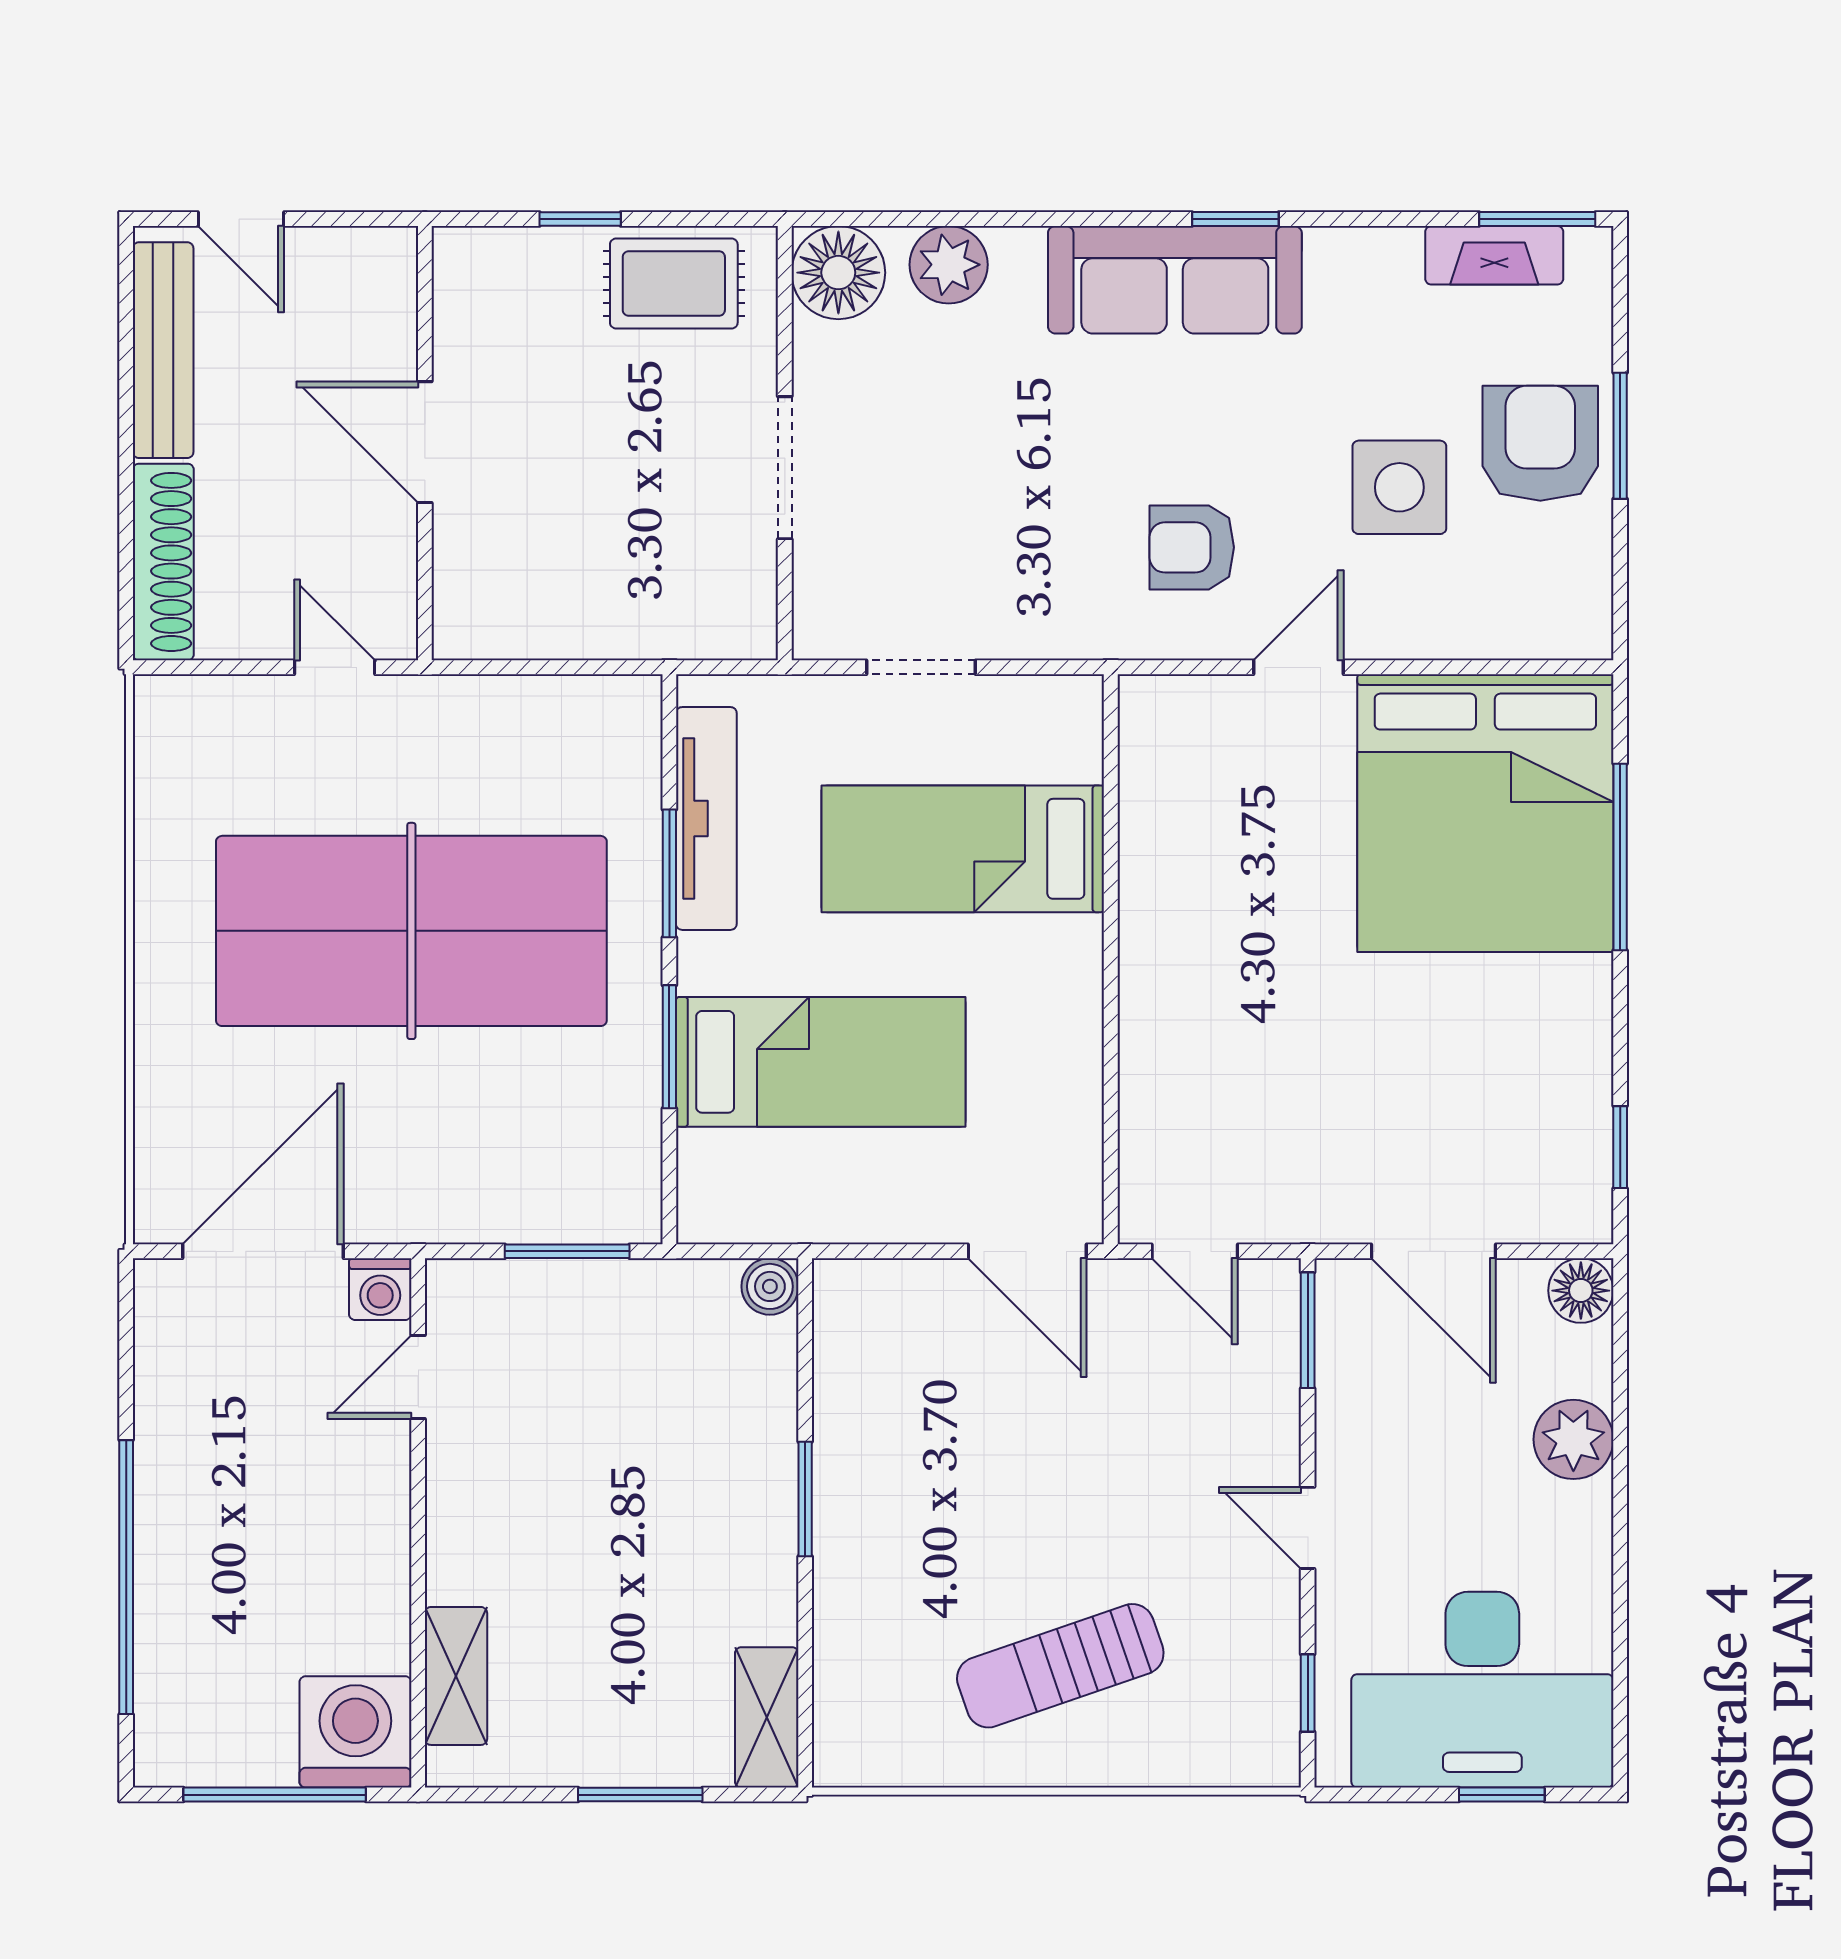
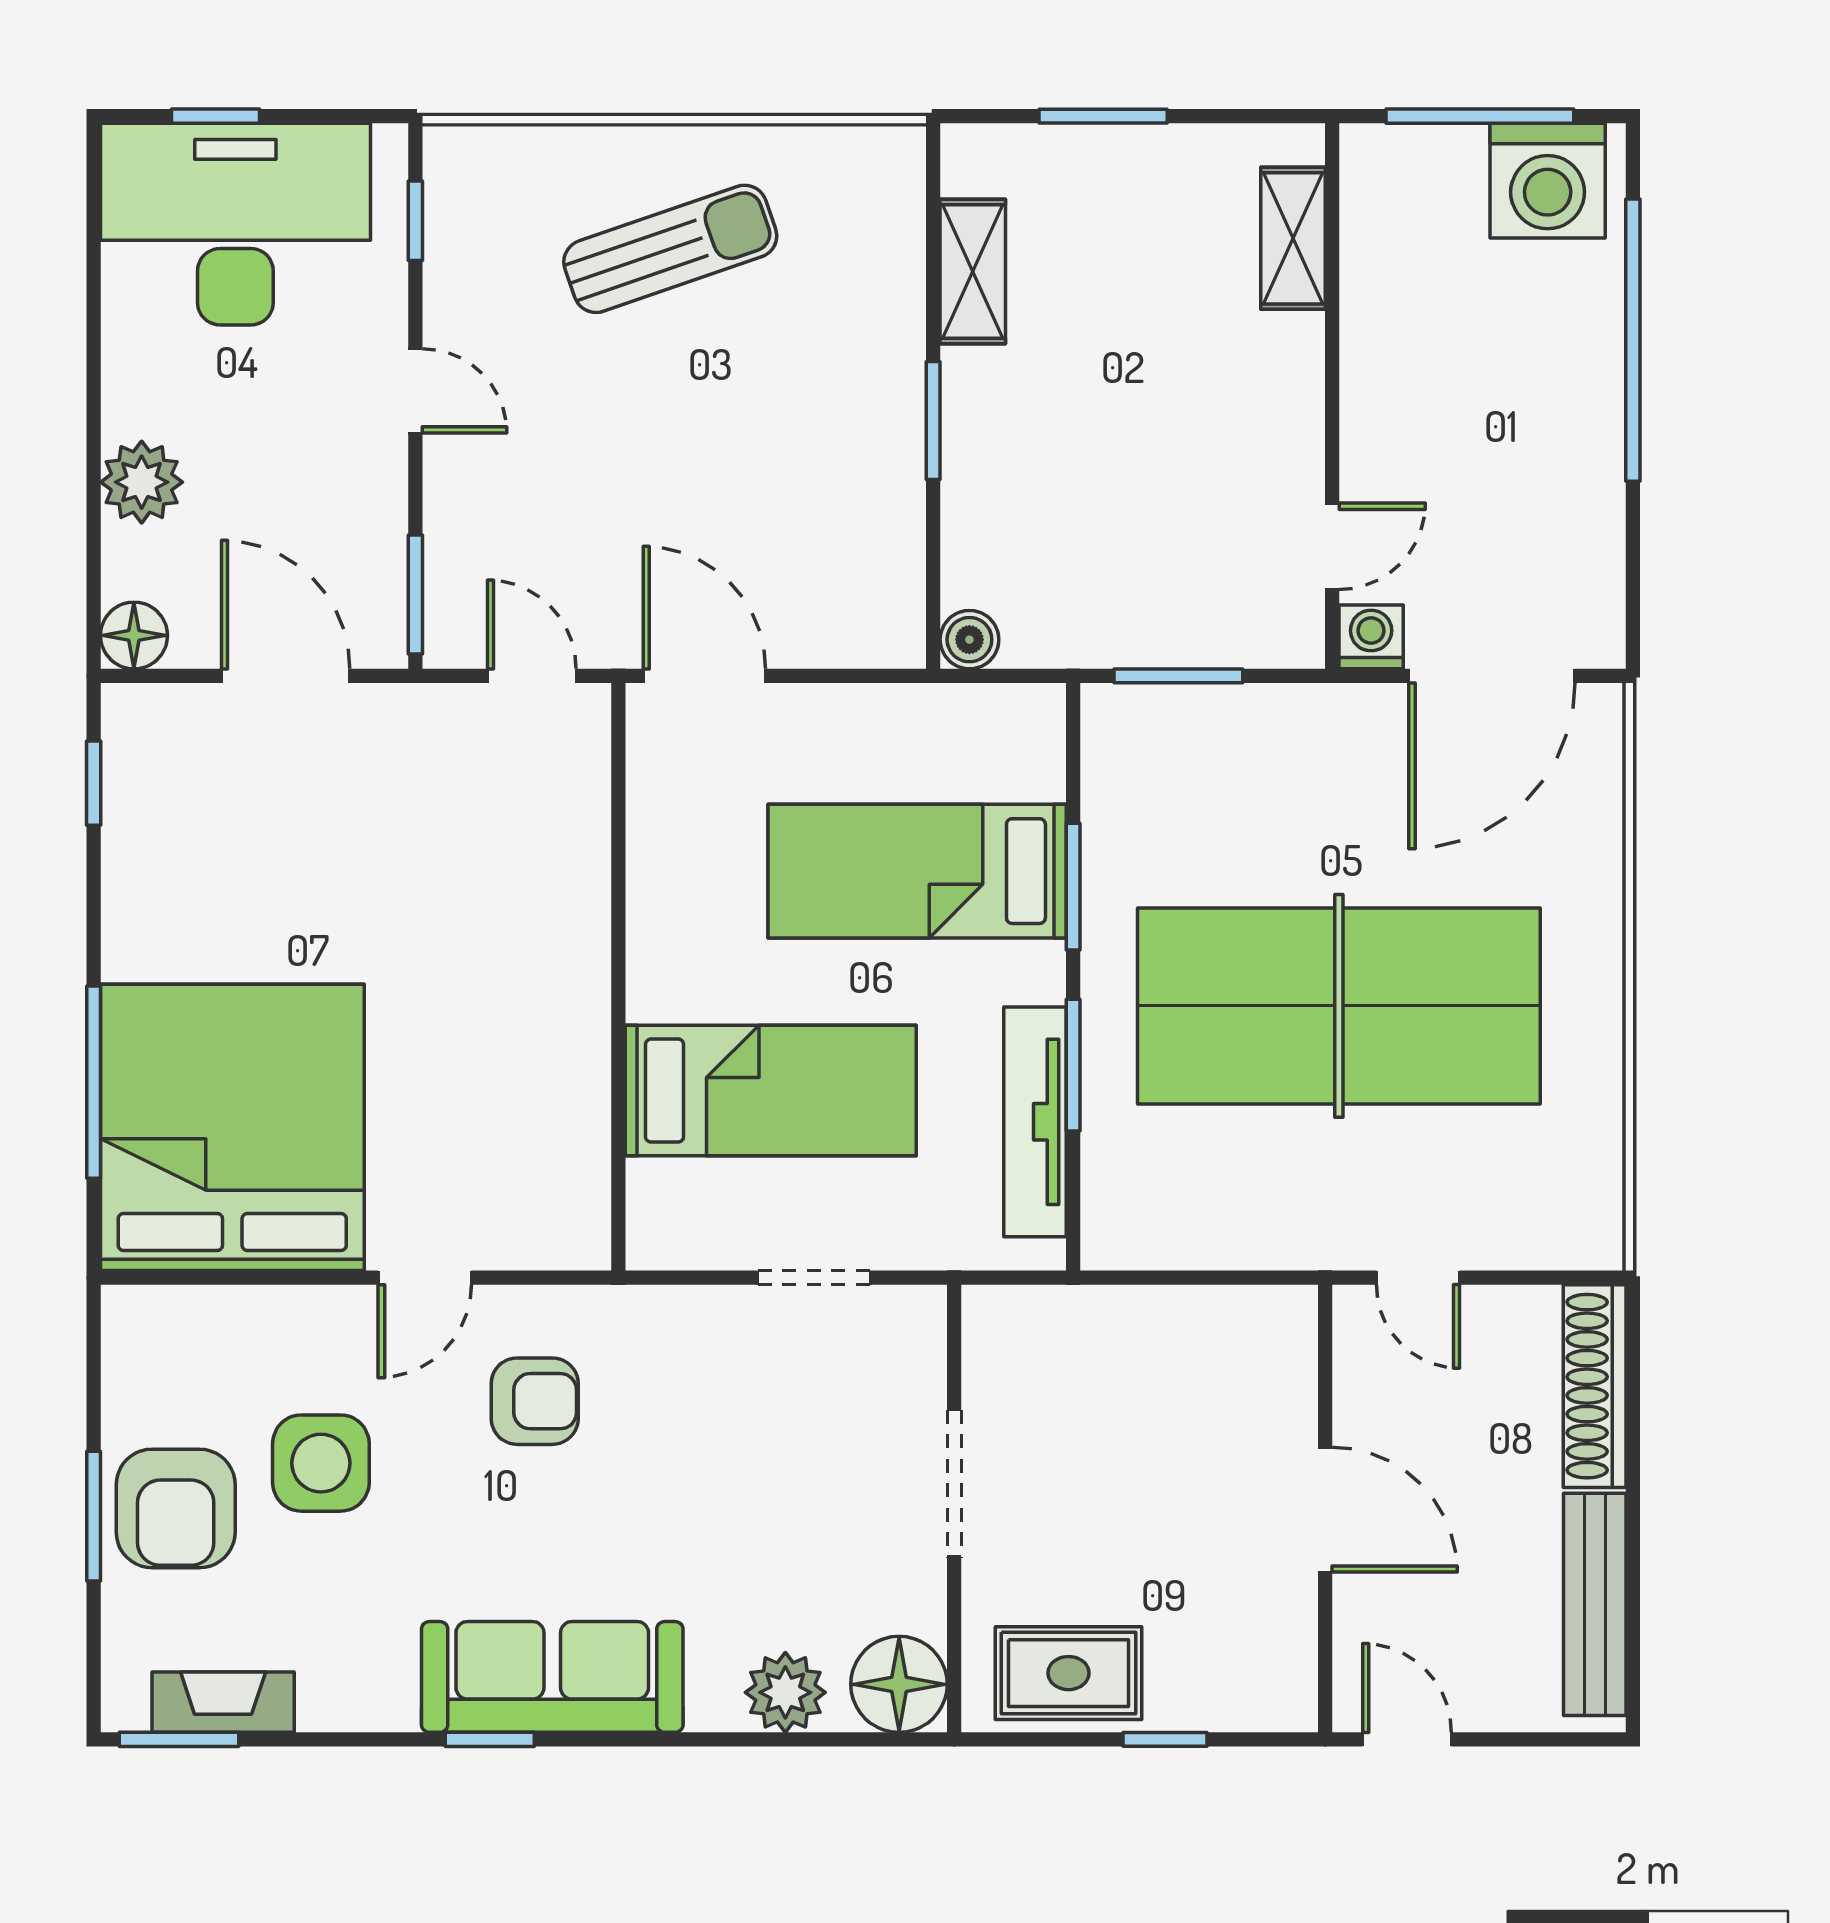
door: (241, 219) -> (1407, 1739), moved
shelving: (767, 1717) -> (973, 271), moved
washing machine: (355, 1732) -> (1548, 181), moved

